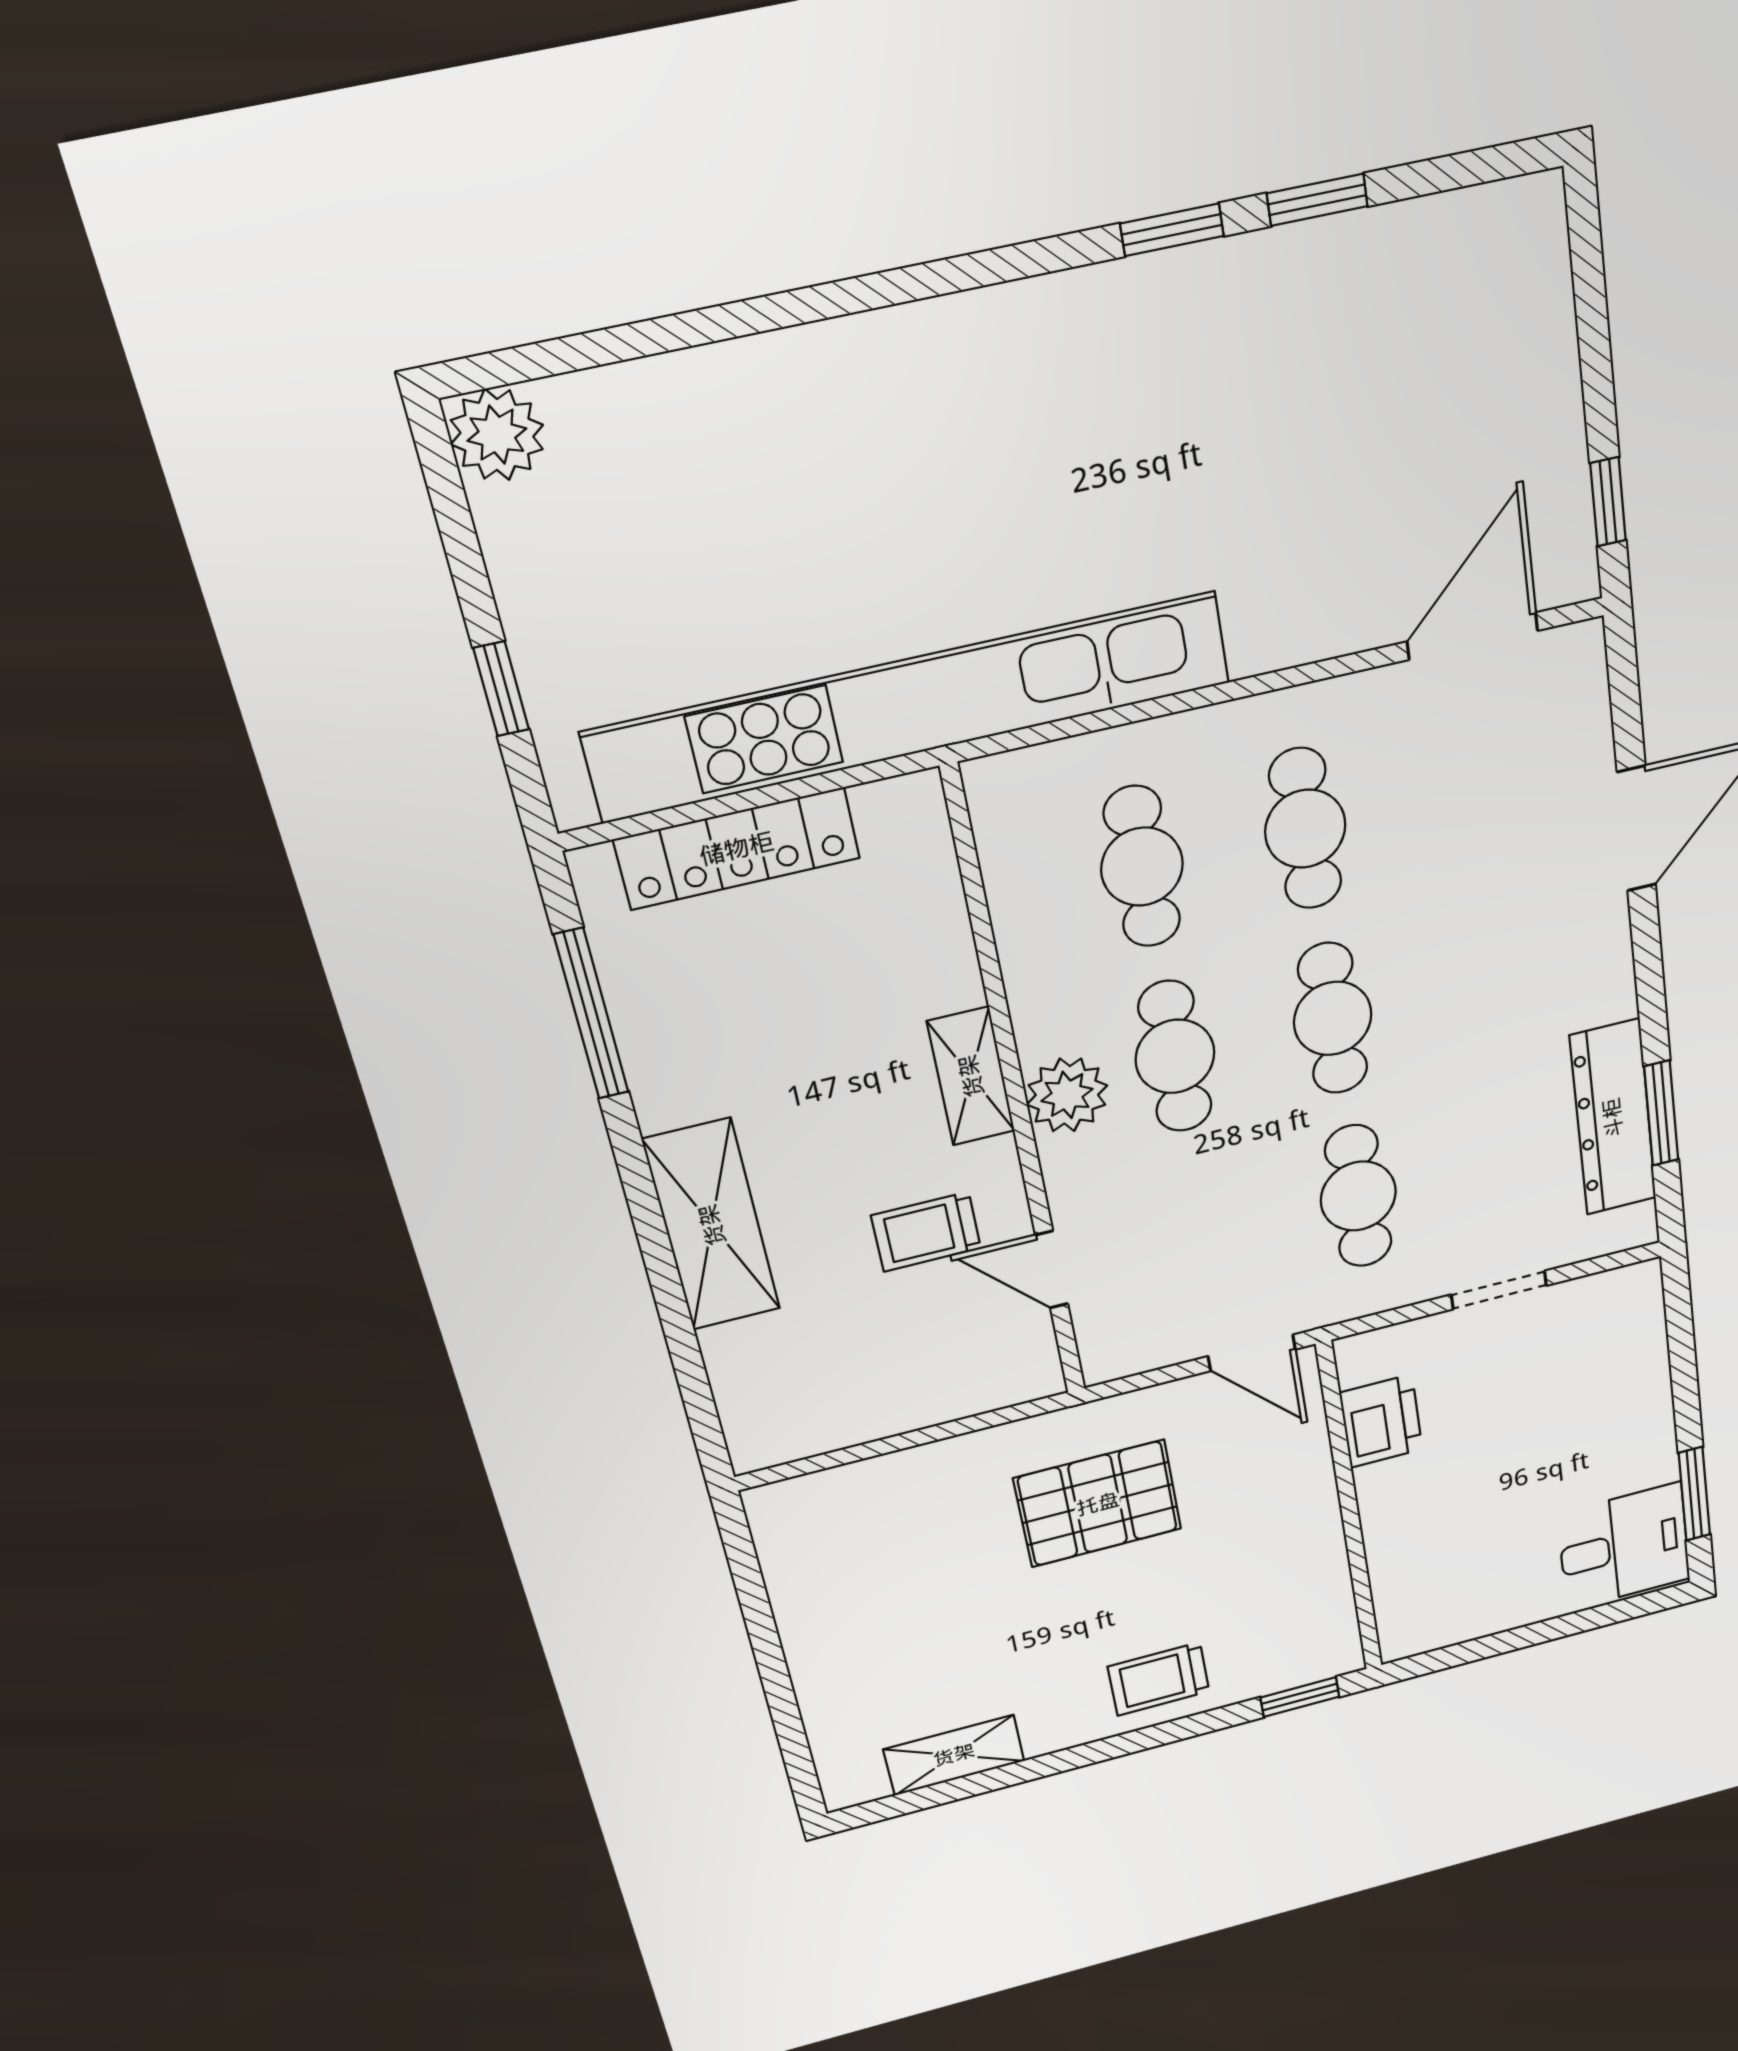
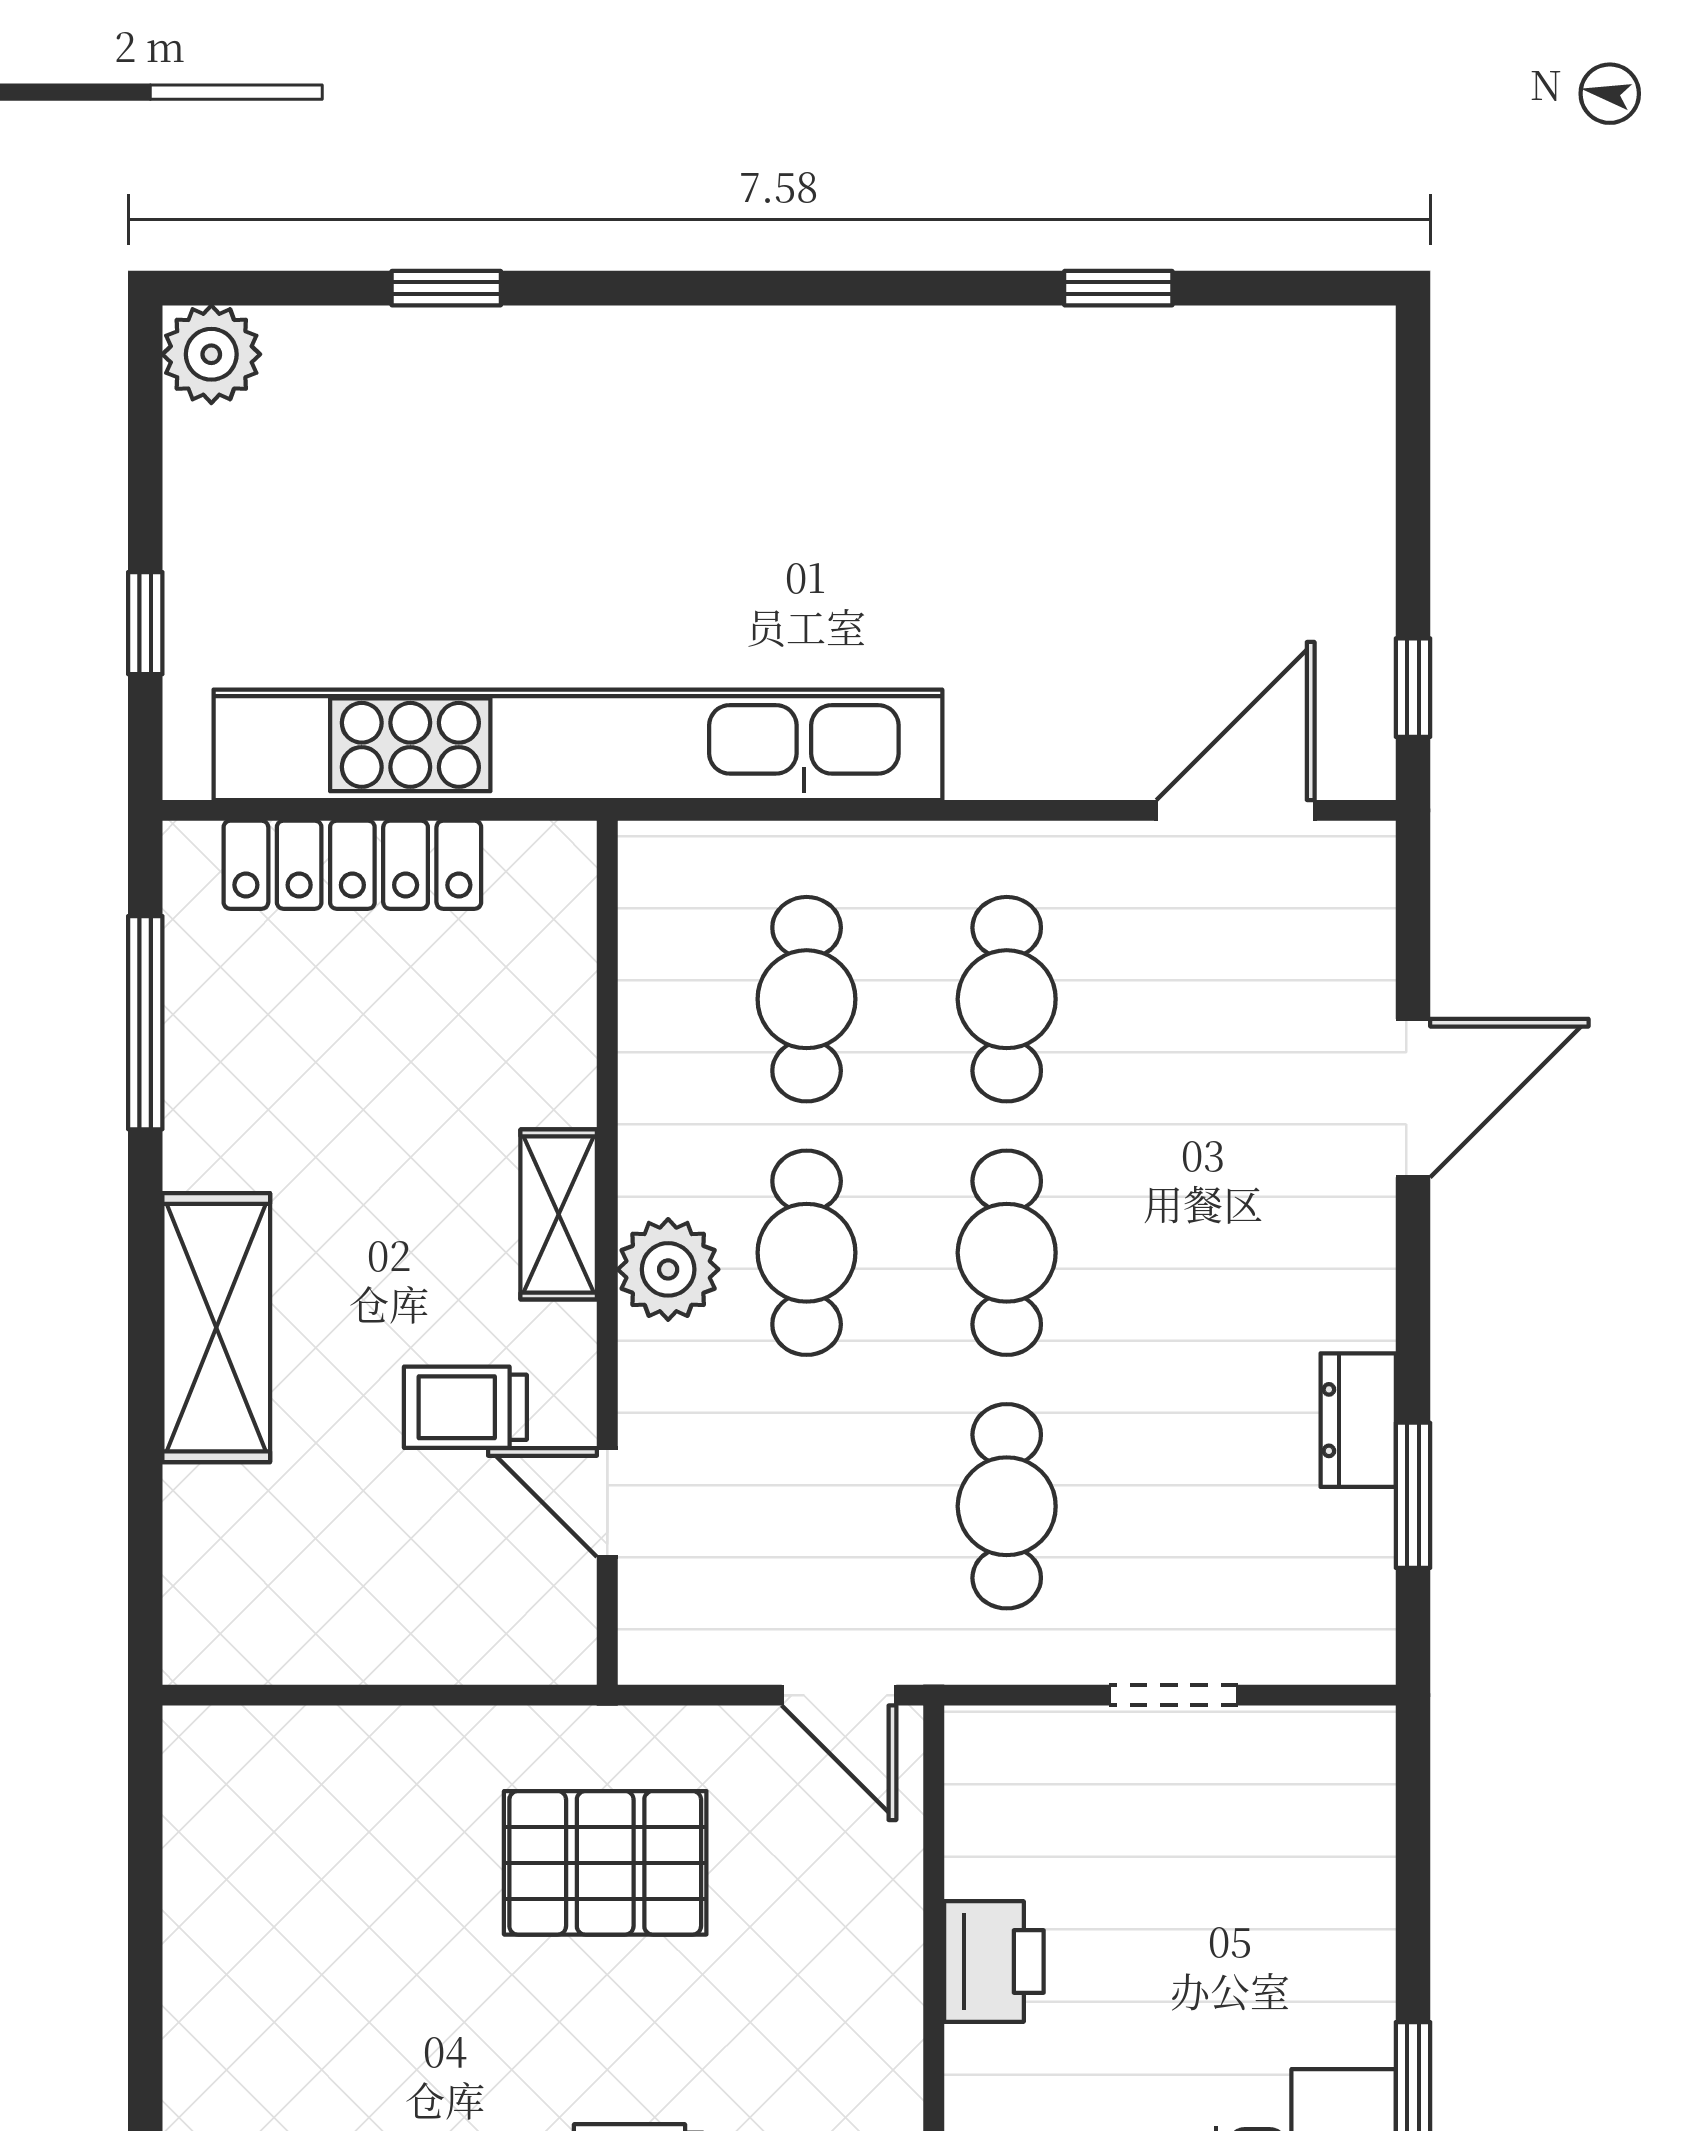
window: (1172, 230) -> (446, 288), moved
dresser: (1613, 1118) -> (1358, 1420), width x0.51, depth x0.80
printer: (1381, 1421) -> (994, 1962), moved

